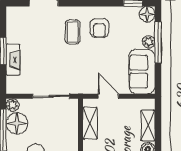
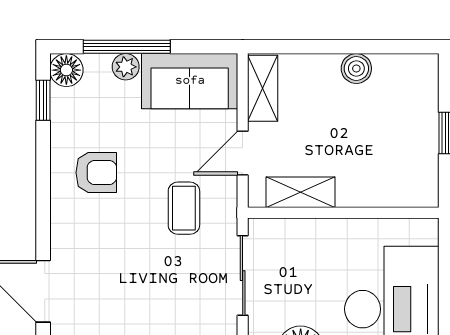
coffee table: (73, 32) -> (184, 208), moved, turned 90
shelving: (148, 126) -> (263, 88), moved, turned 90

